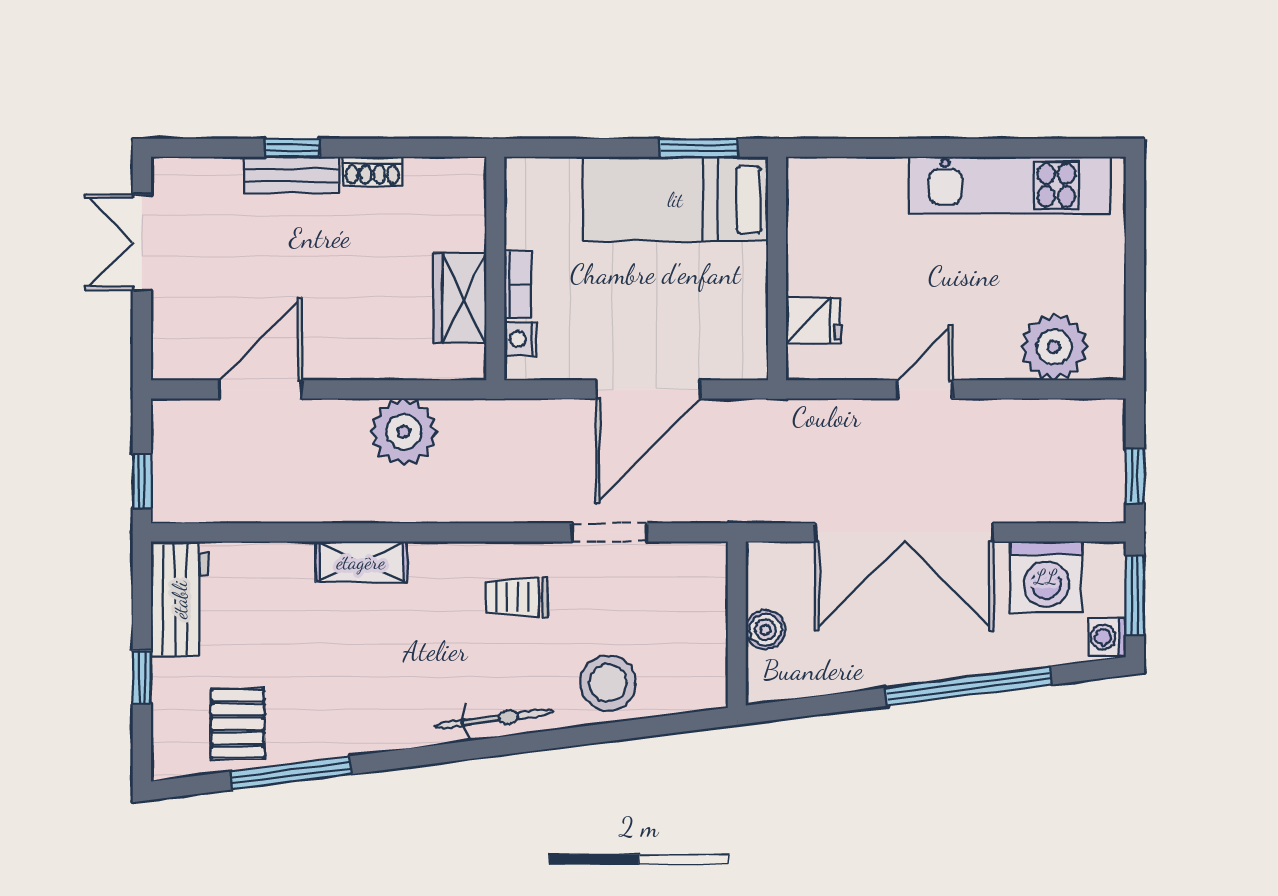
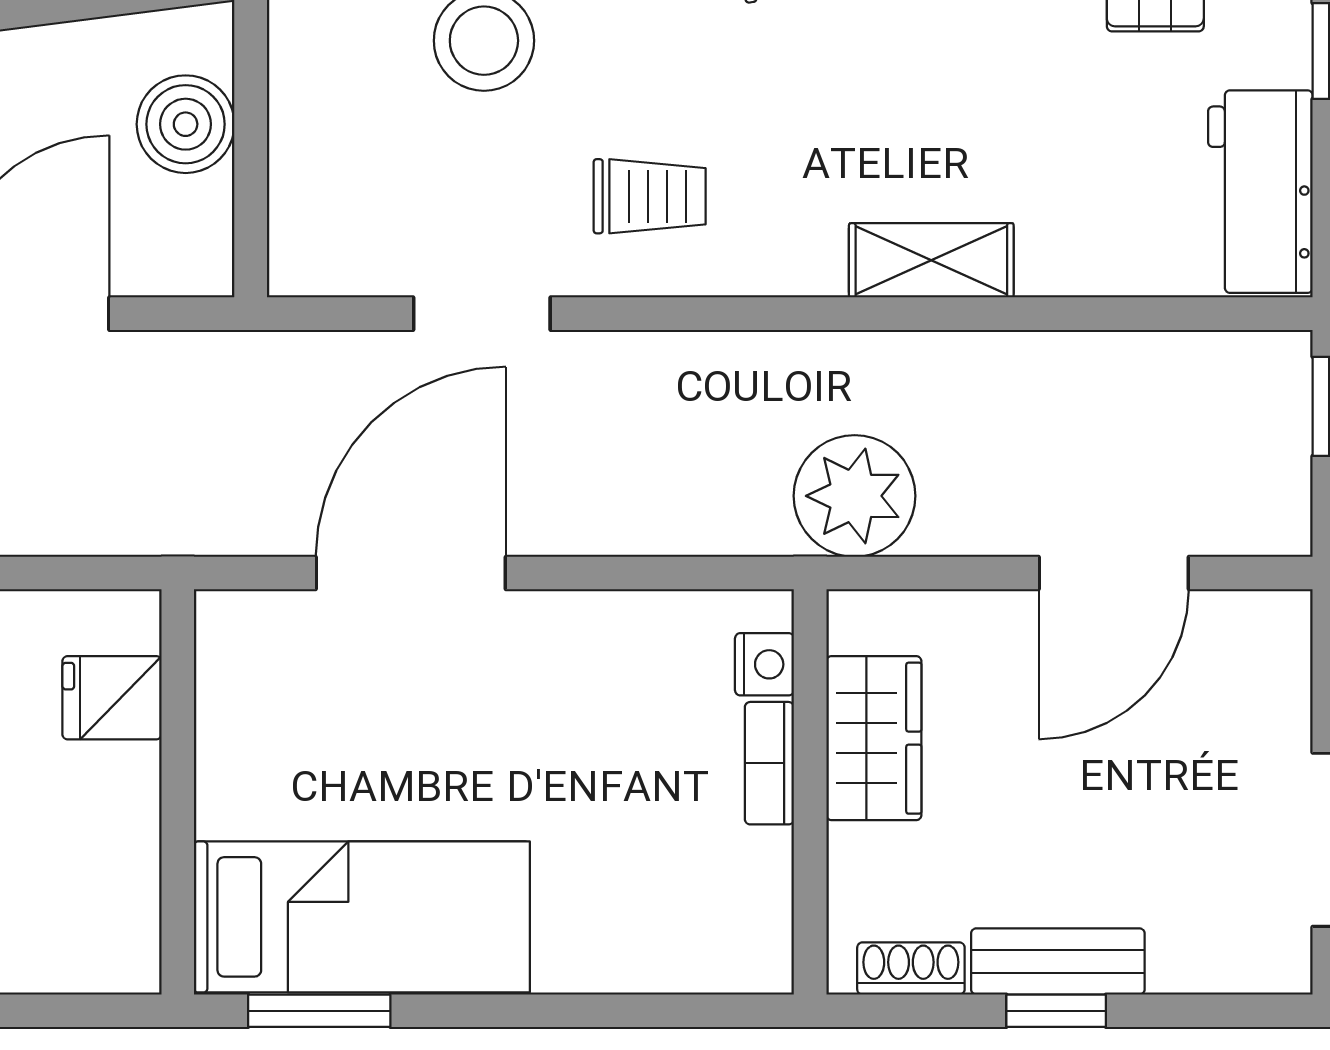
wall: (495, 269) -> (810, 792), moved
bookcase: (518, 284) -> (769, 763), moved
wardrobe: (460, 298) -> (874, 738), moved
nightstand: (520, 339) -> (764, 664), moved
boiler: (765, 630) -> (186, 124), width x1.36, depth x1.36

